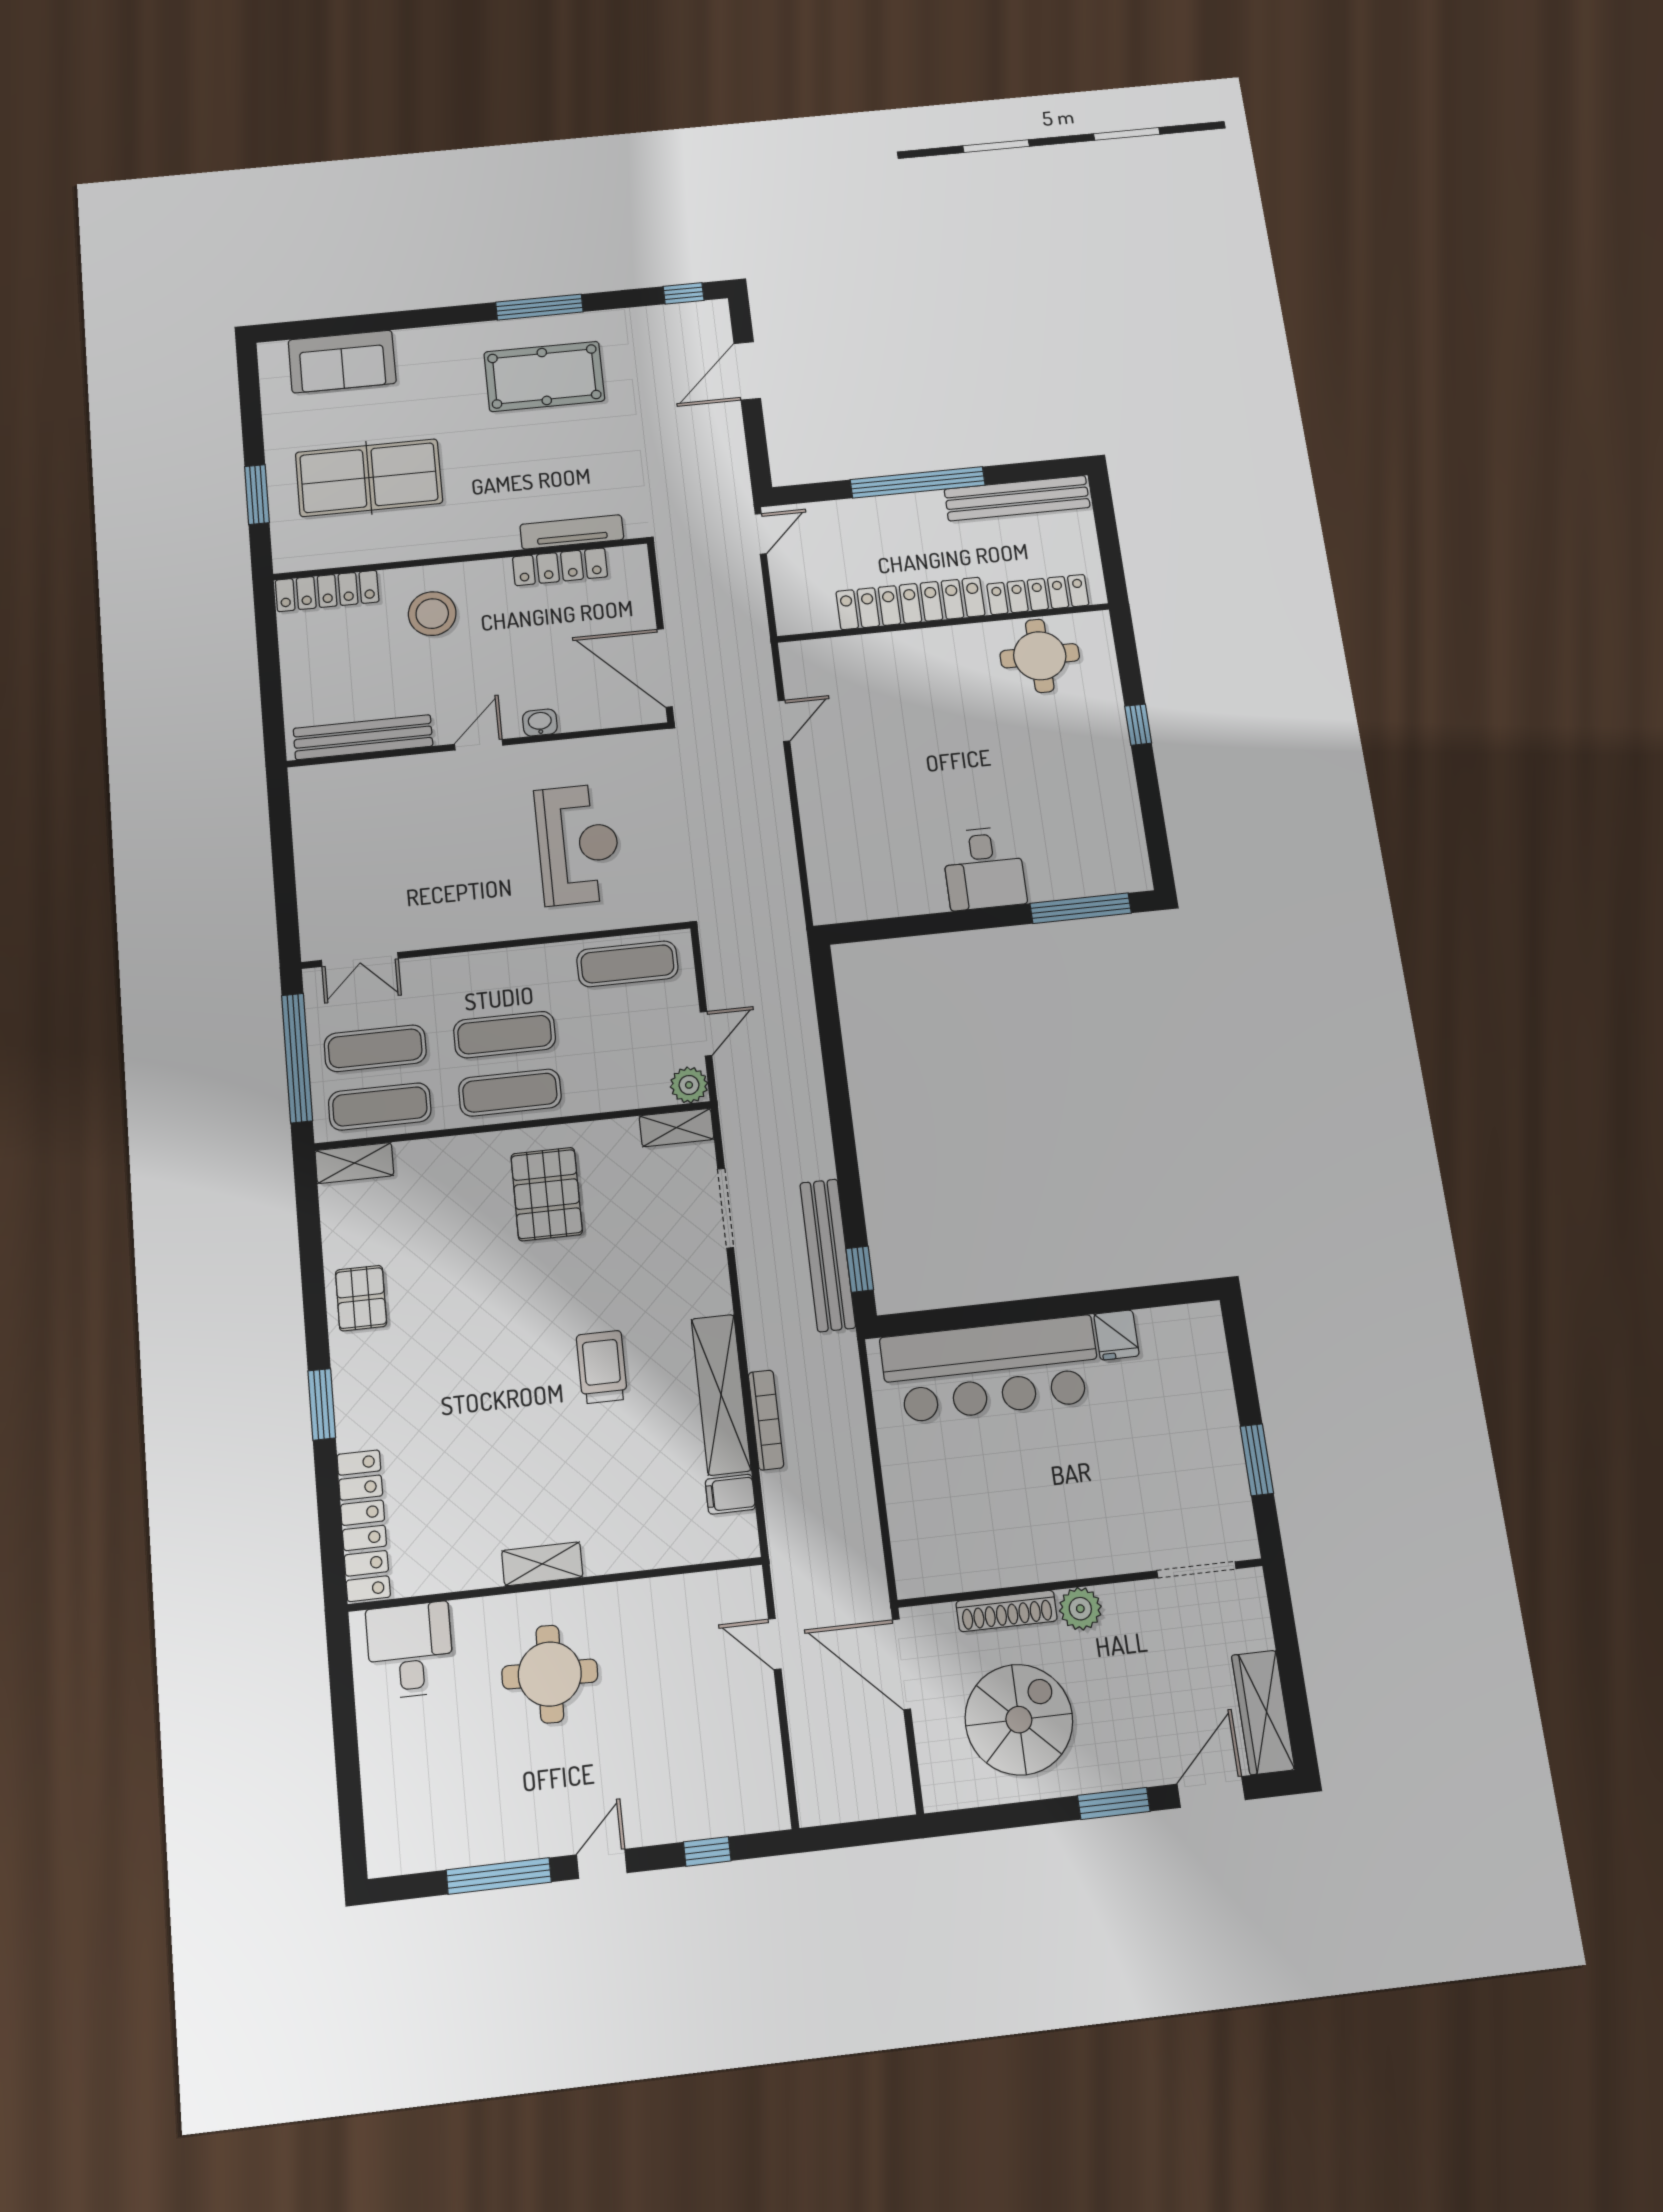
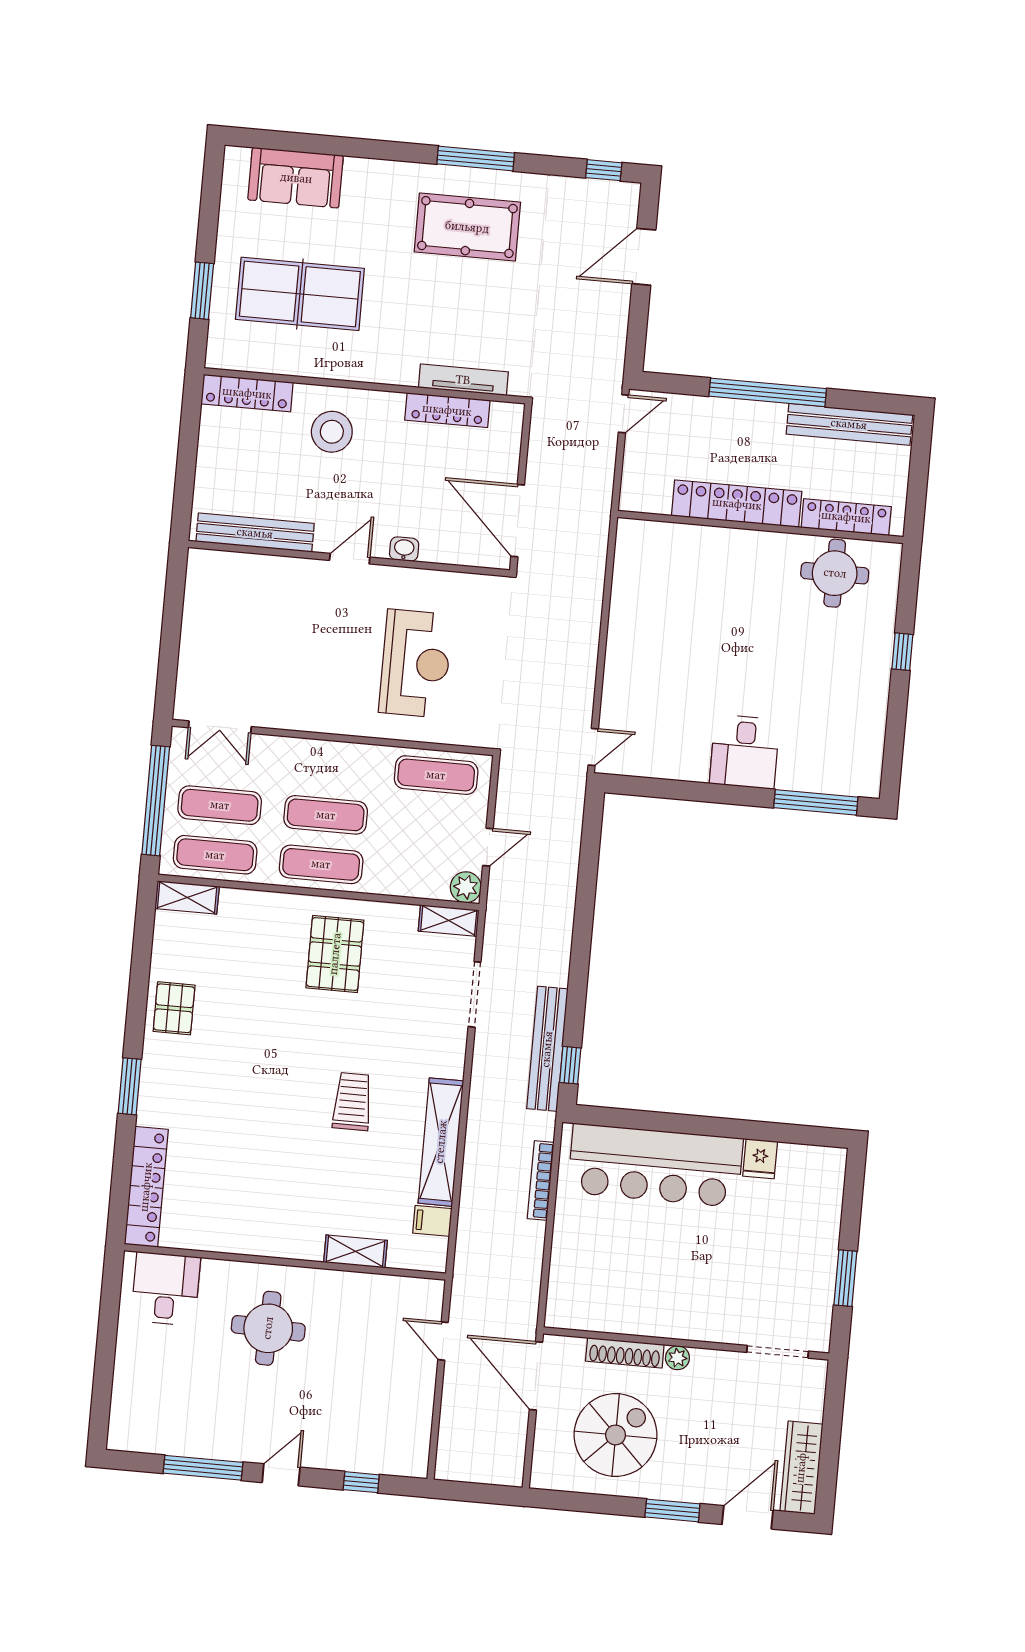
door: (784, 721) -> (593, 747), moved
bookcase: (766, 1420) -> (541, 1181), moved, turned 180
shelving: (542, 1564) -> (355, 1251), moved
plant: (1080, 1609) -> (677, 1358), width x0.73, depth x0.73

